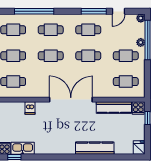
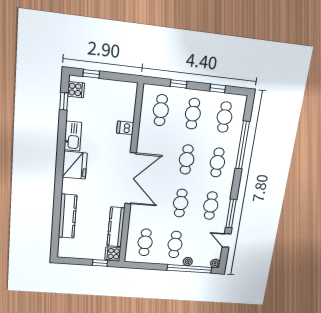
kitchen sink: (23, 148) -> (73, 136), moved
kitchen counter: (95, 148) -> (67, 216), moved
fridge: (139, 148) -> (75, 165), moved, width x1.88, depth x1.34

